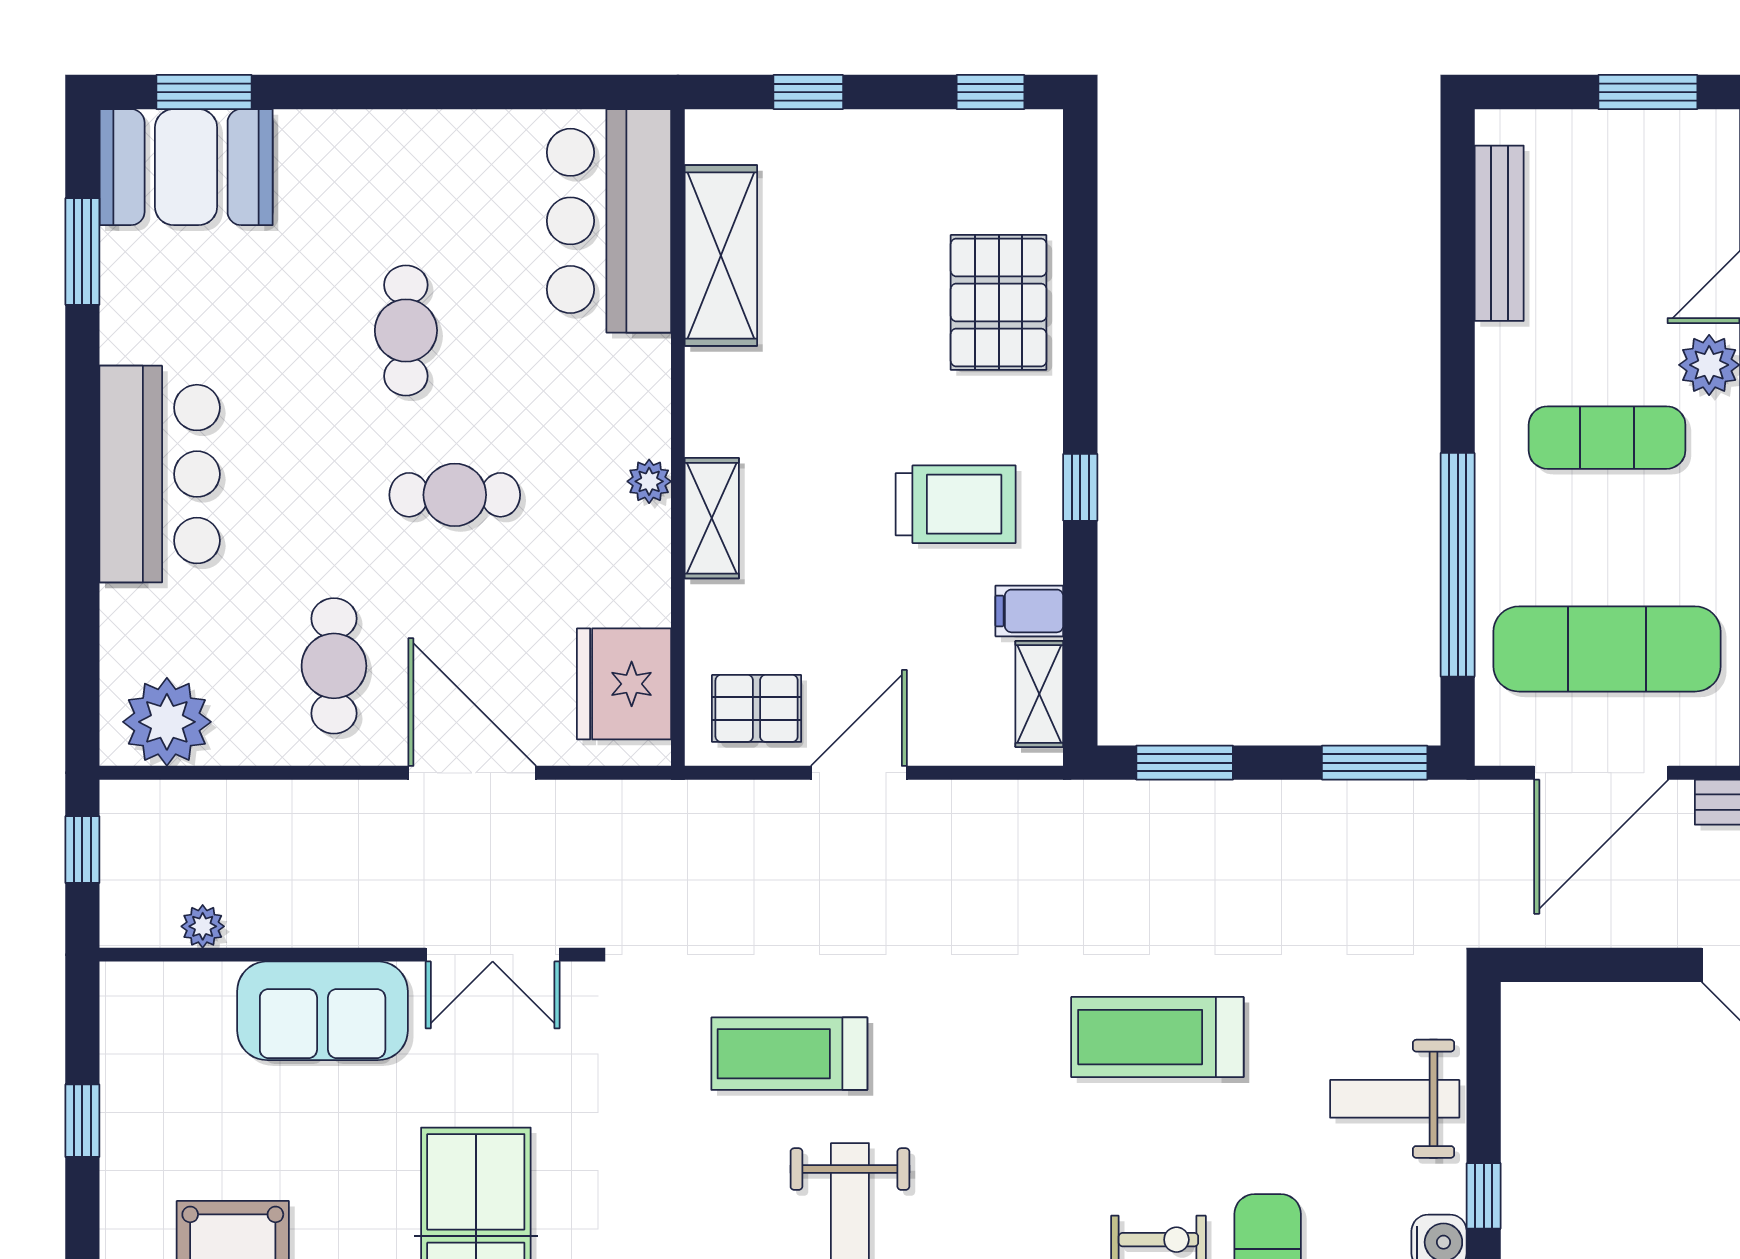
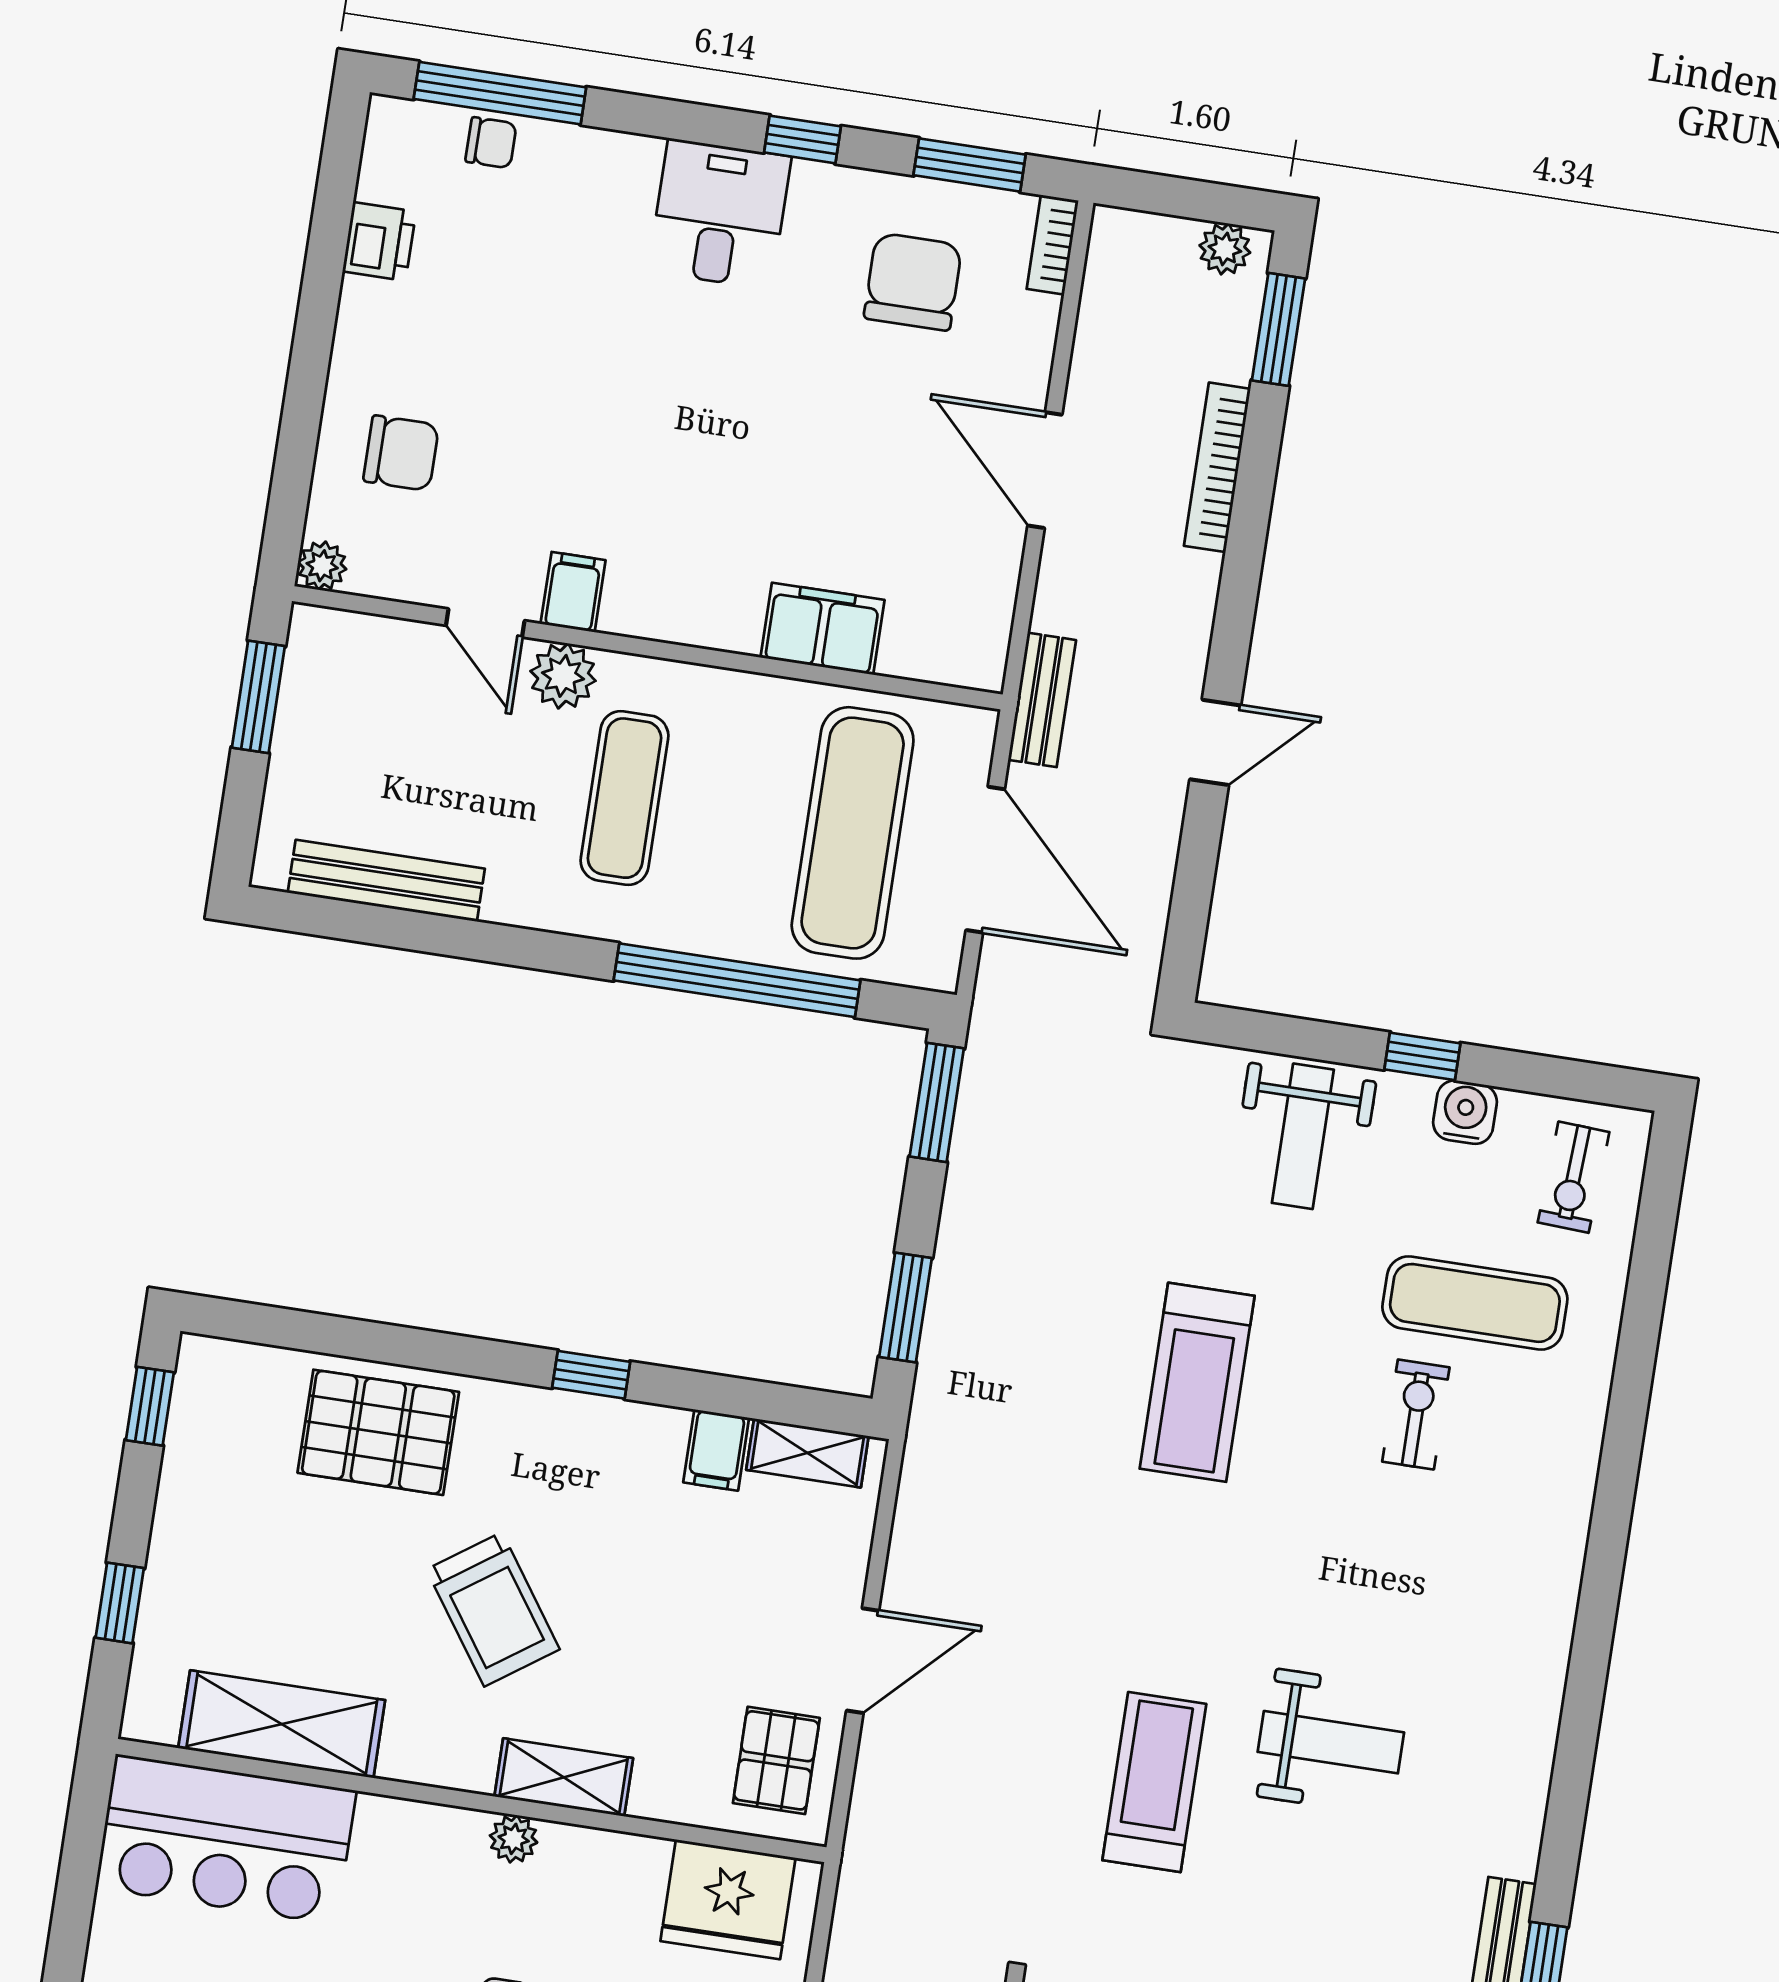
trolley: (956, 504) -> (493, 1609), moved, turned 145
door: (859, 773) -> (863, 1661), swing flipped
treadmill: (789, 1054) -> (1154, 1782), turned 180

